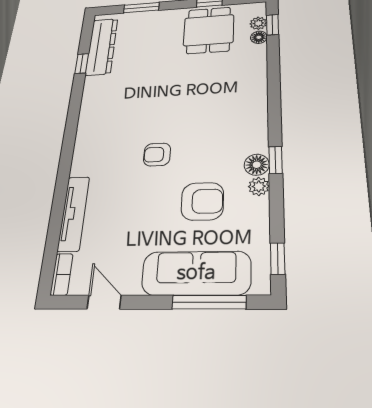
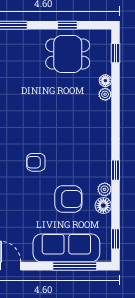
plant: (258, 23) -> (105, 94), moved
dining table: (209, 30) -> (68, 54), turned 90
floor lamp: (259, 37) -> (105, 81), moved
floor lamp: (257, 165) -> (103, 206), moved

